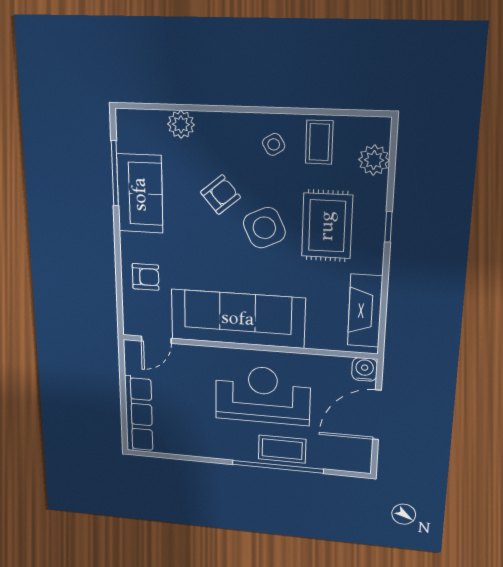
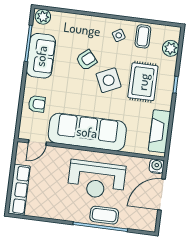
plant: (181, 124) -> (43, 17), moved
reception desk: (263, 395) -> (96, 180), turned 180

